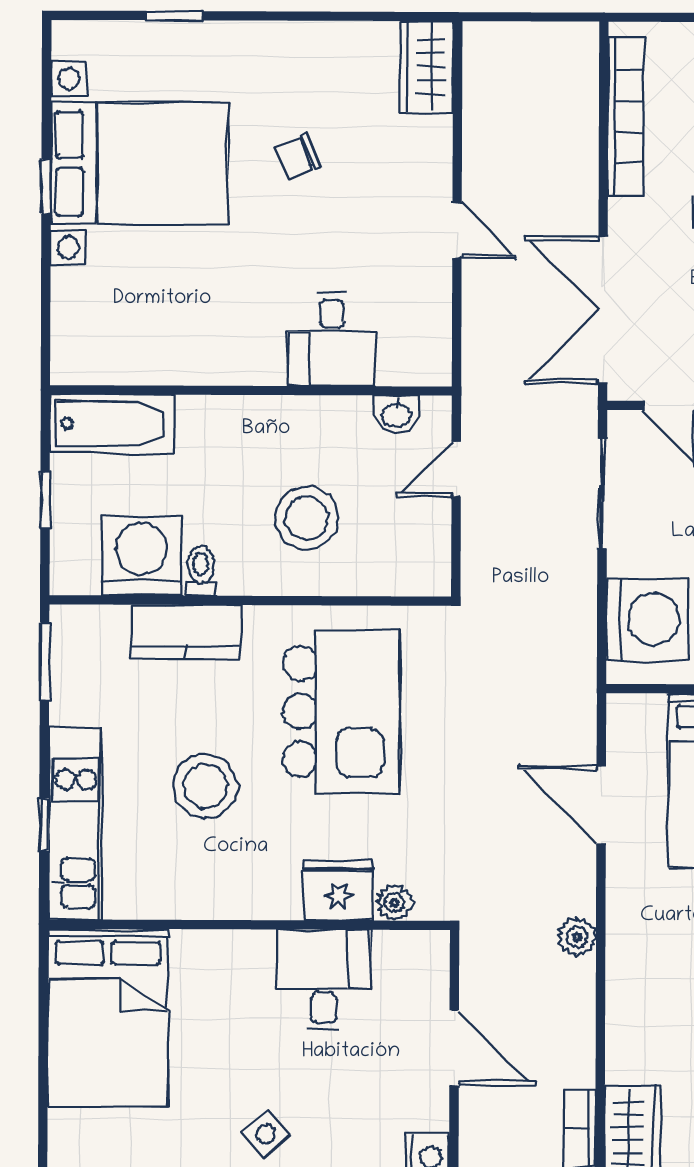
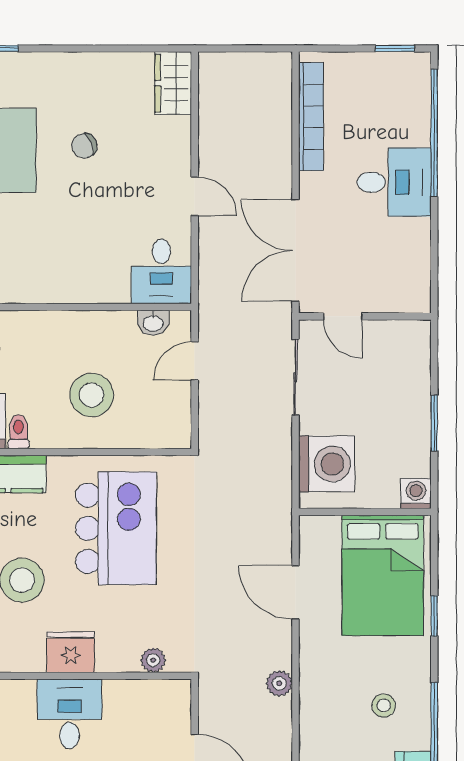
desk: (332, 339) -> (161, 271), moved
fridge: (338, 891) -> (71, 652), moved
desk: (323, 980) -> (70, 714), moved

